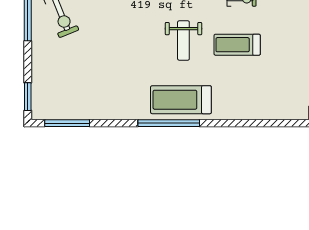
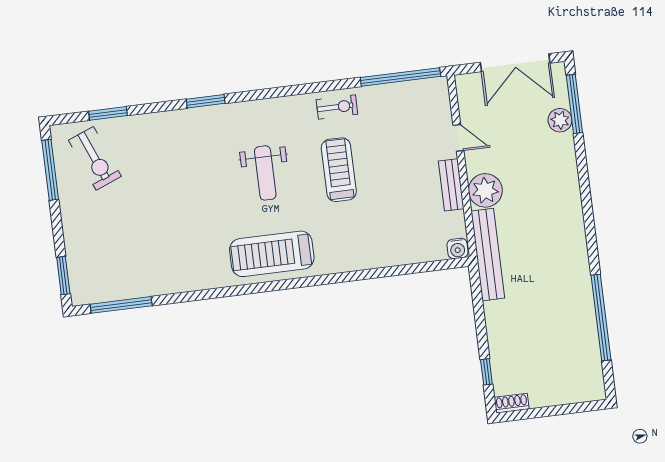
treadmill: (237, 45) -> (339, 170), turned 90
window: (169, 123) -> (259, 288), removed

